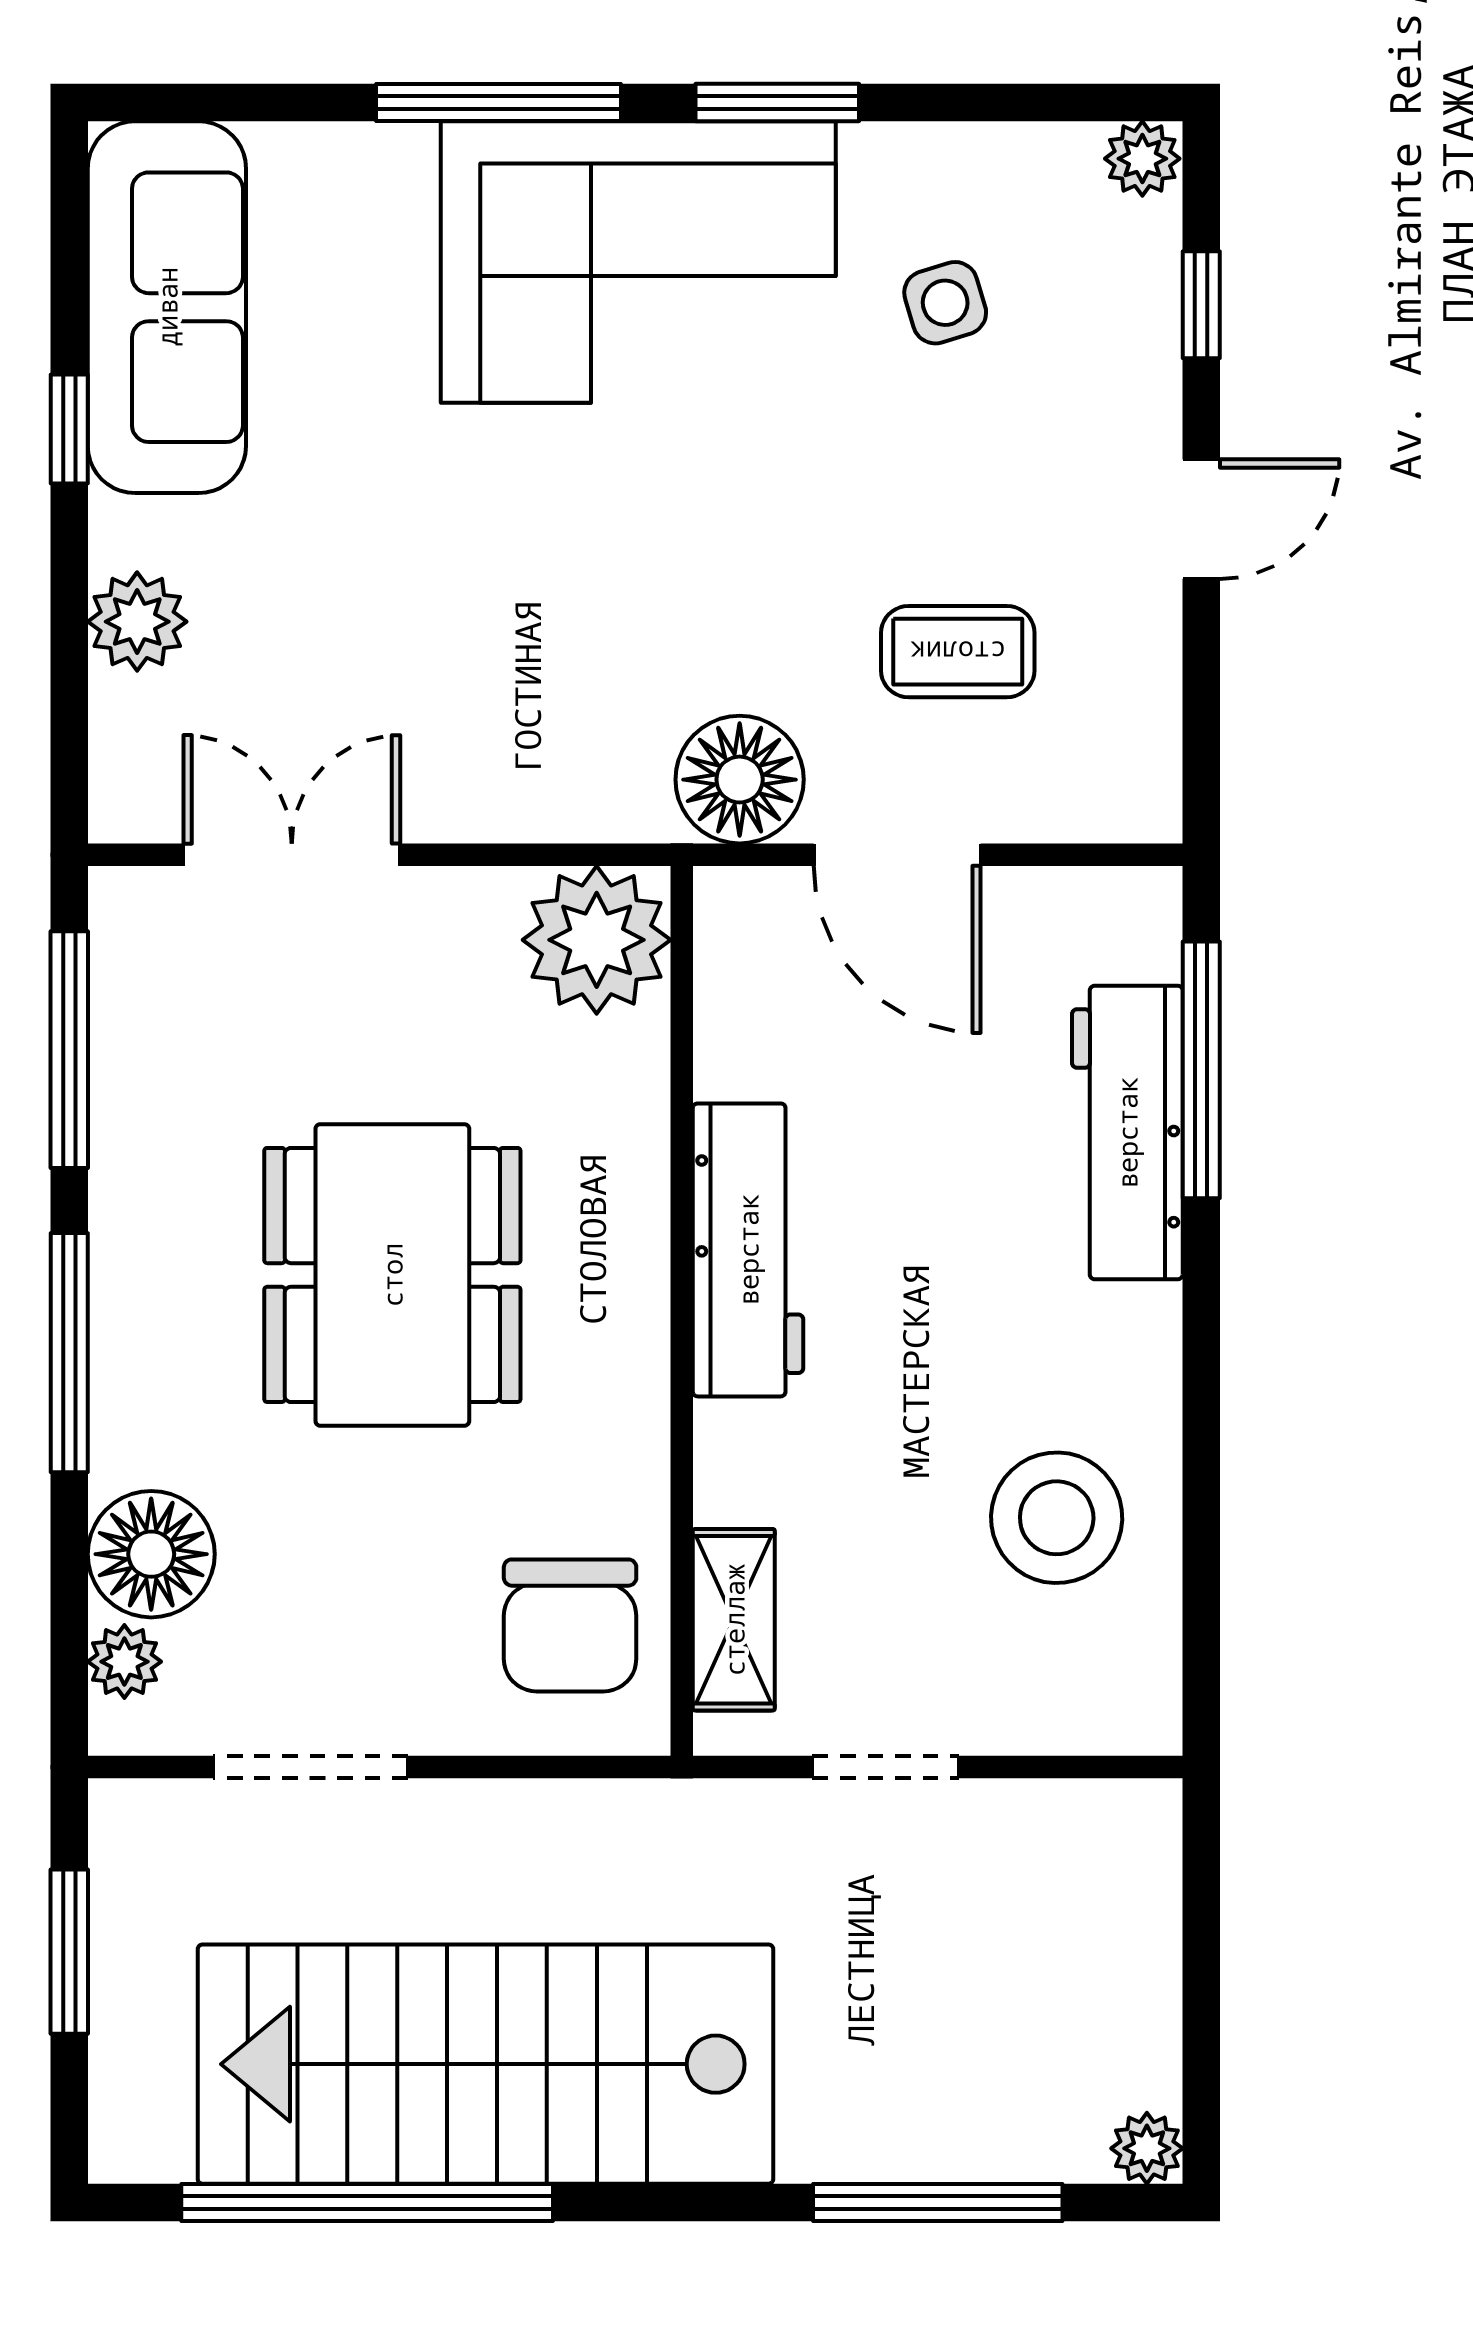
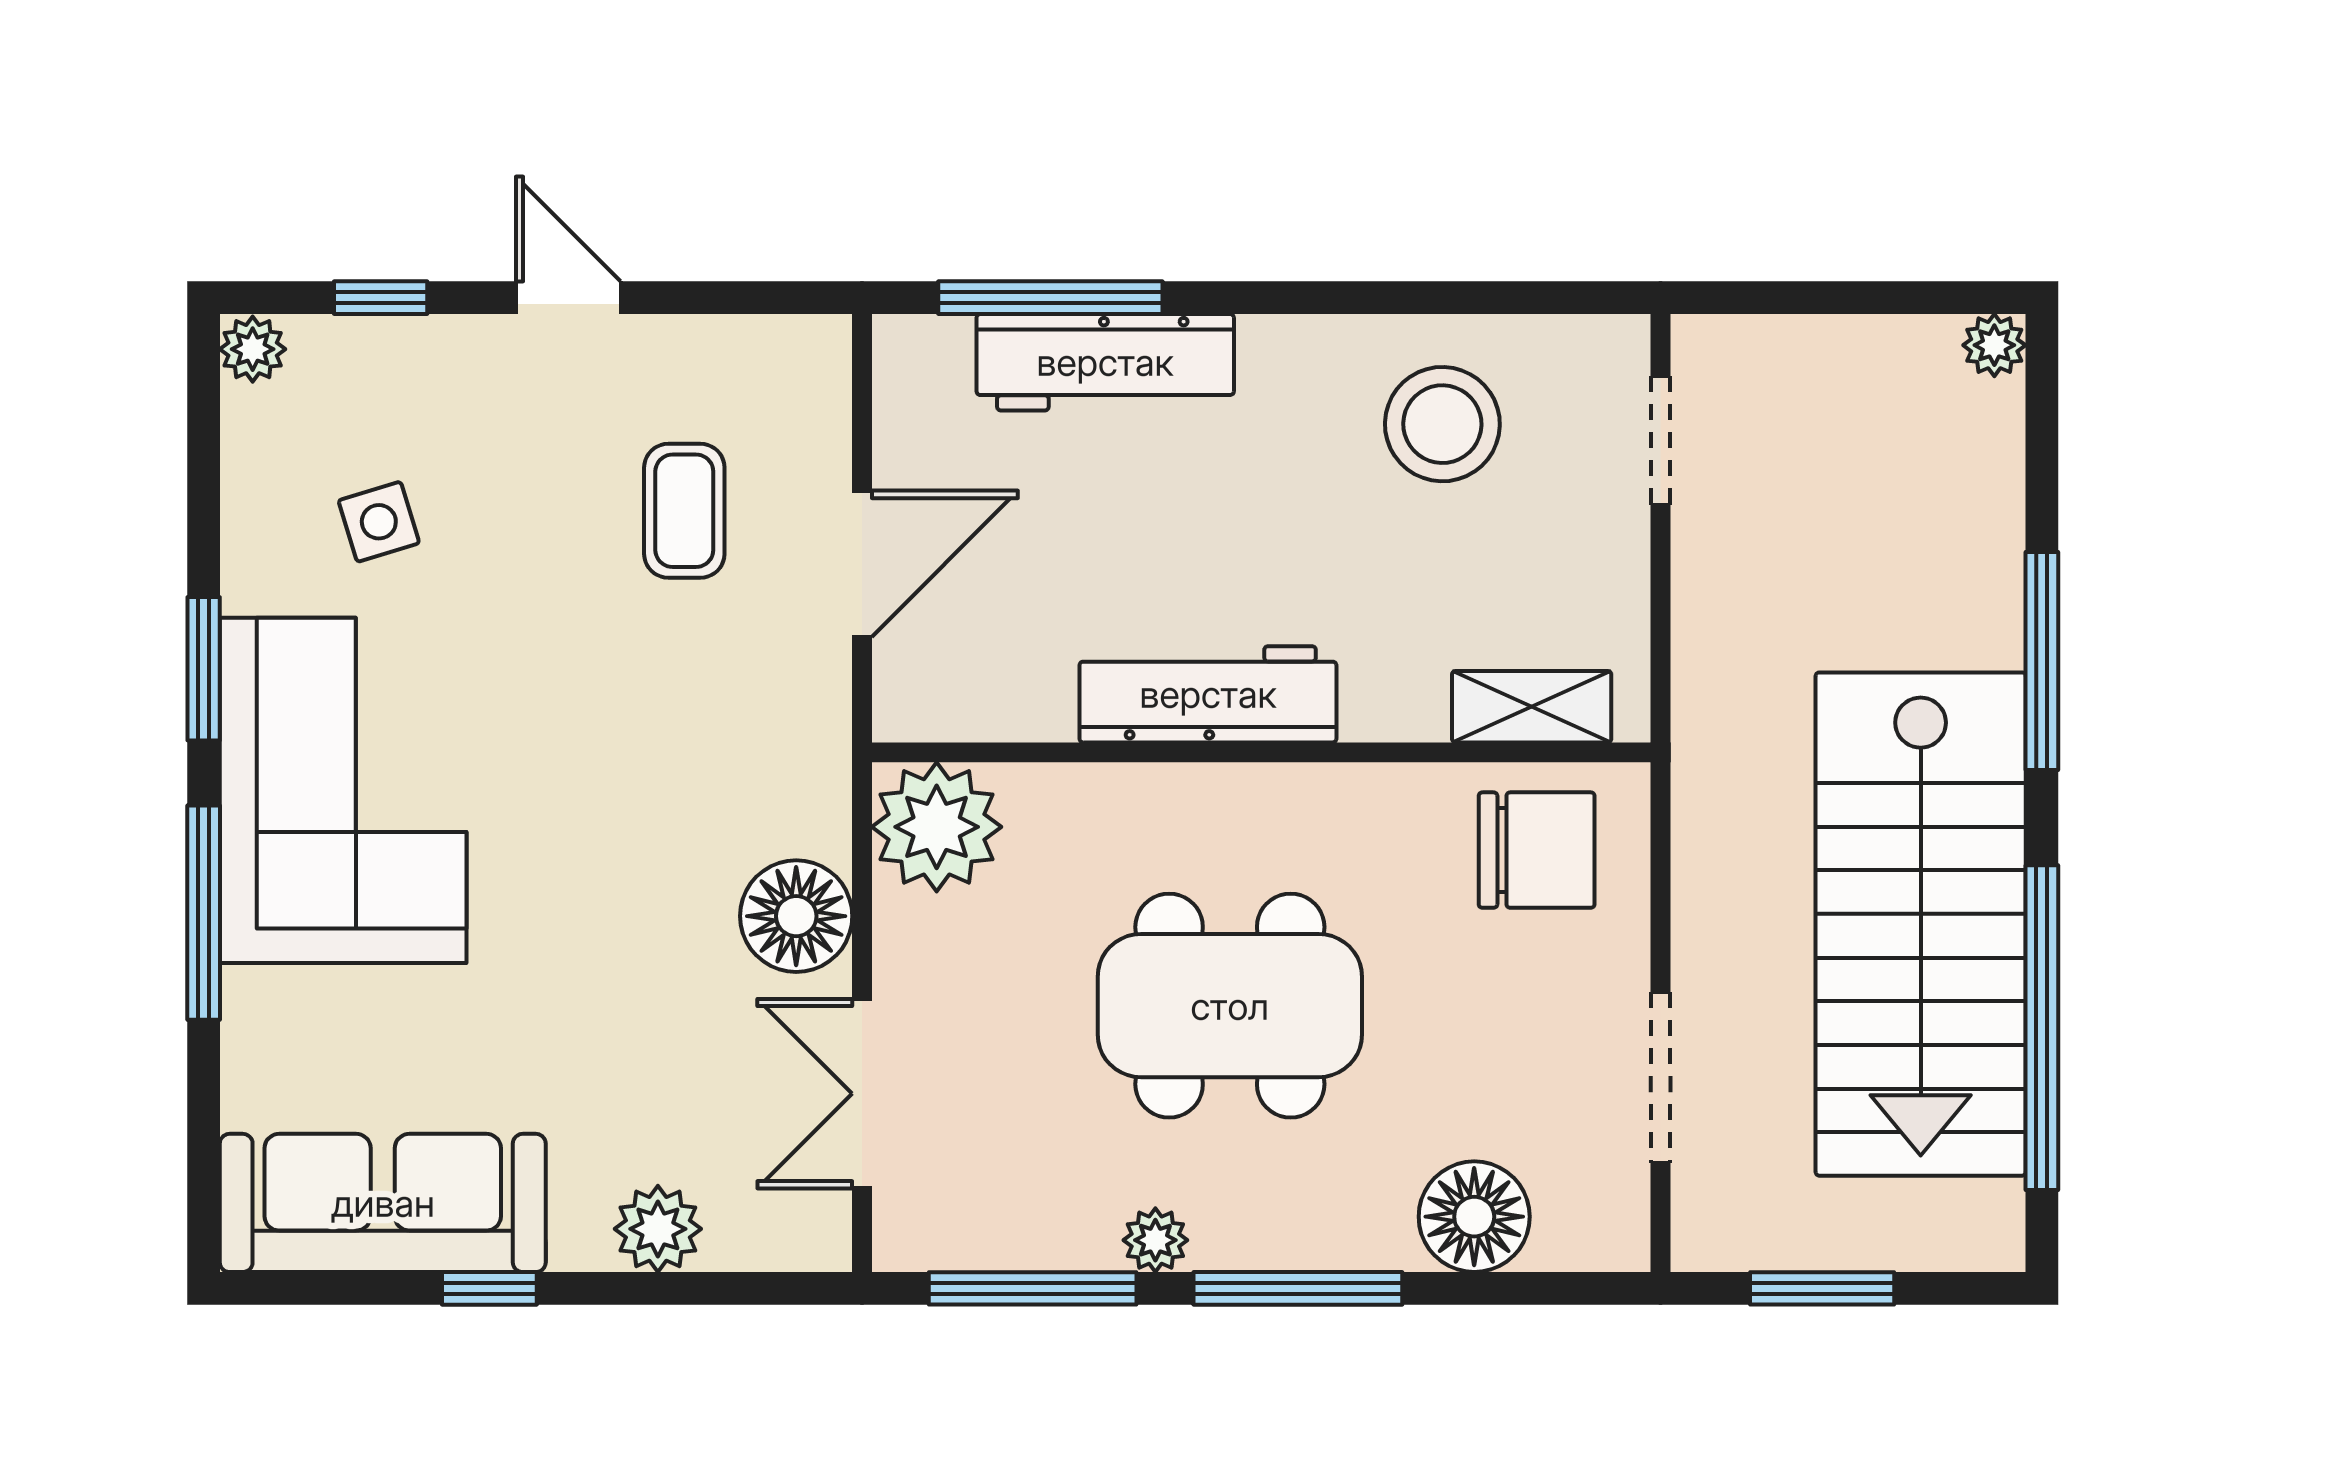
floor lamp: (740, 780) -> (796, 916), moved
plant: (124, 1662) -> (1155, 1240), moved
doorway: (886, 1767) -> (1660, 440), moved
window: (938, 2203) -> (2042, 661), moved

